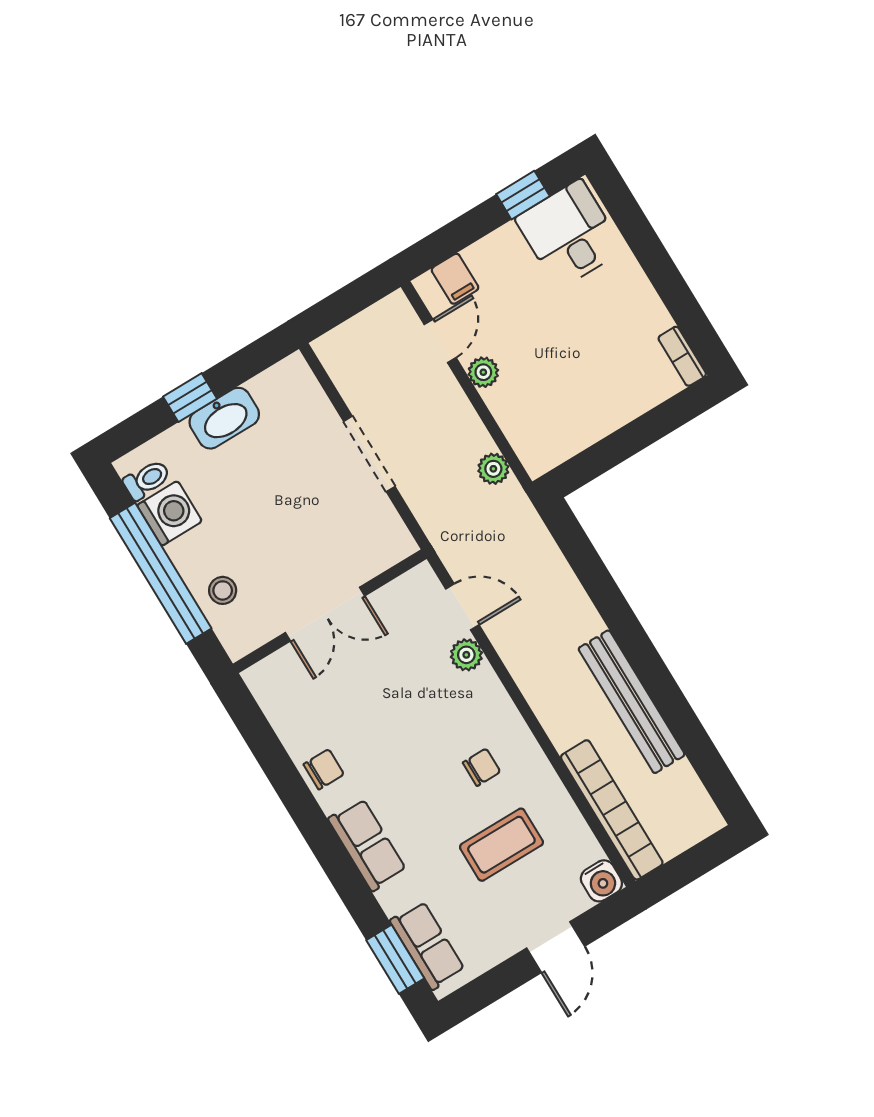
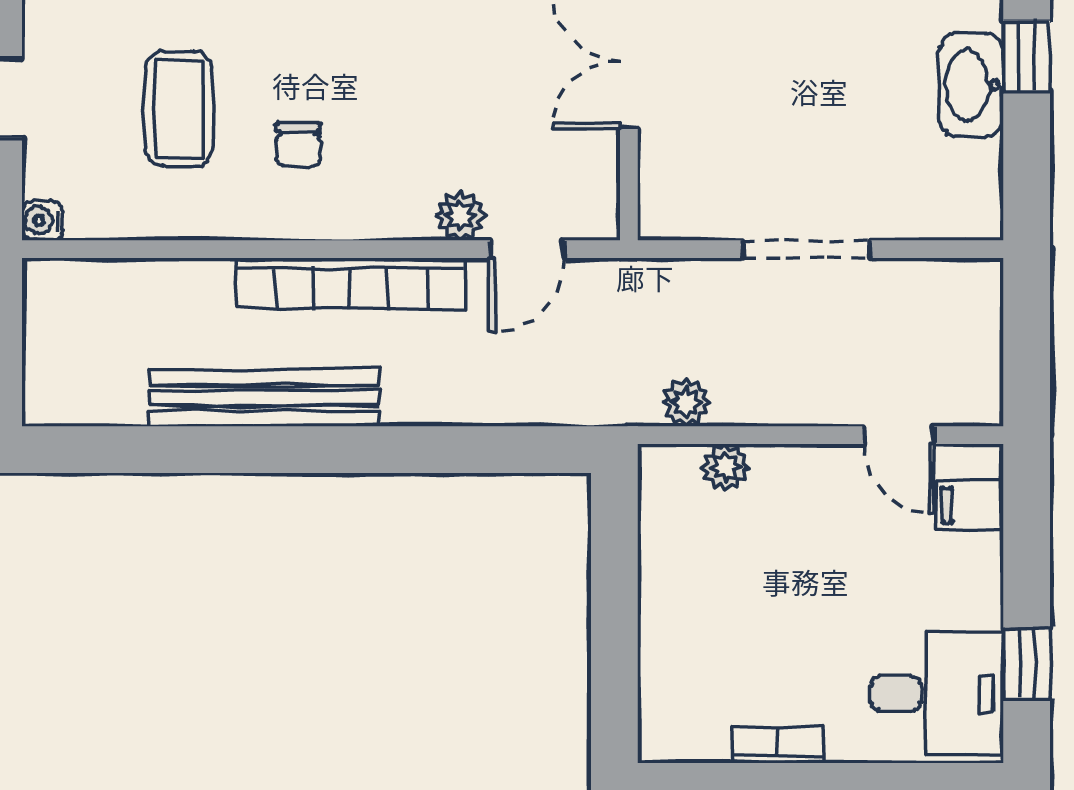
bookcase: (682, 356) -> (778, 745), moved
plant: (483, 372) -> (725, 467), moved
bookcase: (612, 810) -> (350, 284), moved
water cooler: (601, 881) -> (42, 220), width x0.72, depth x0.72

